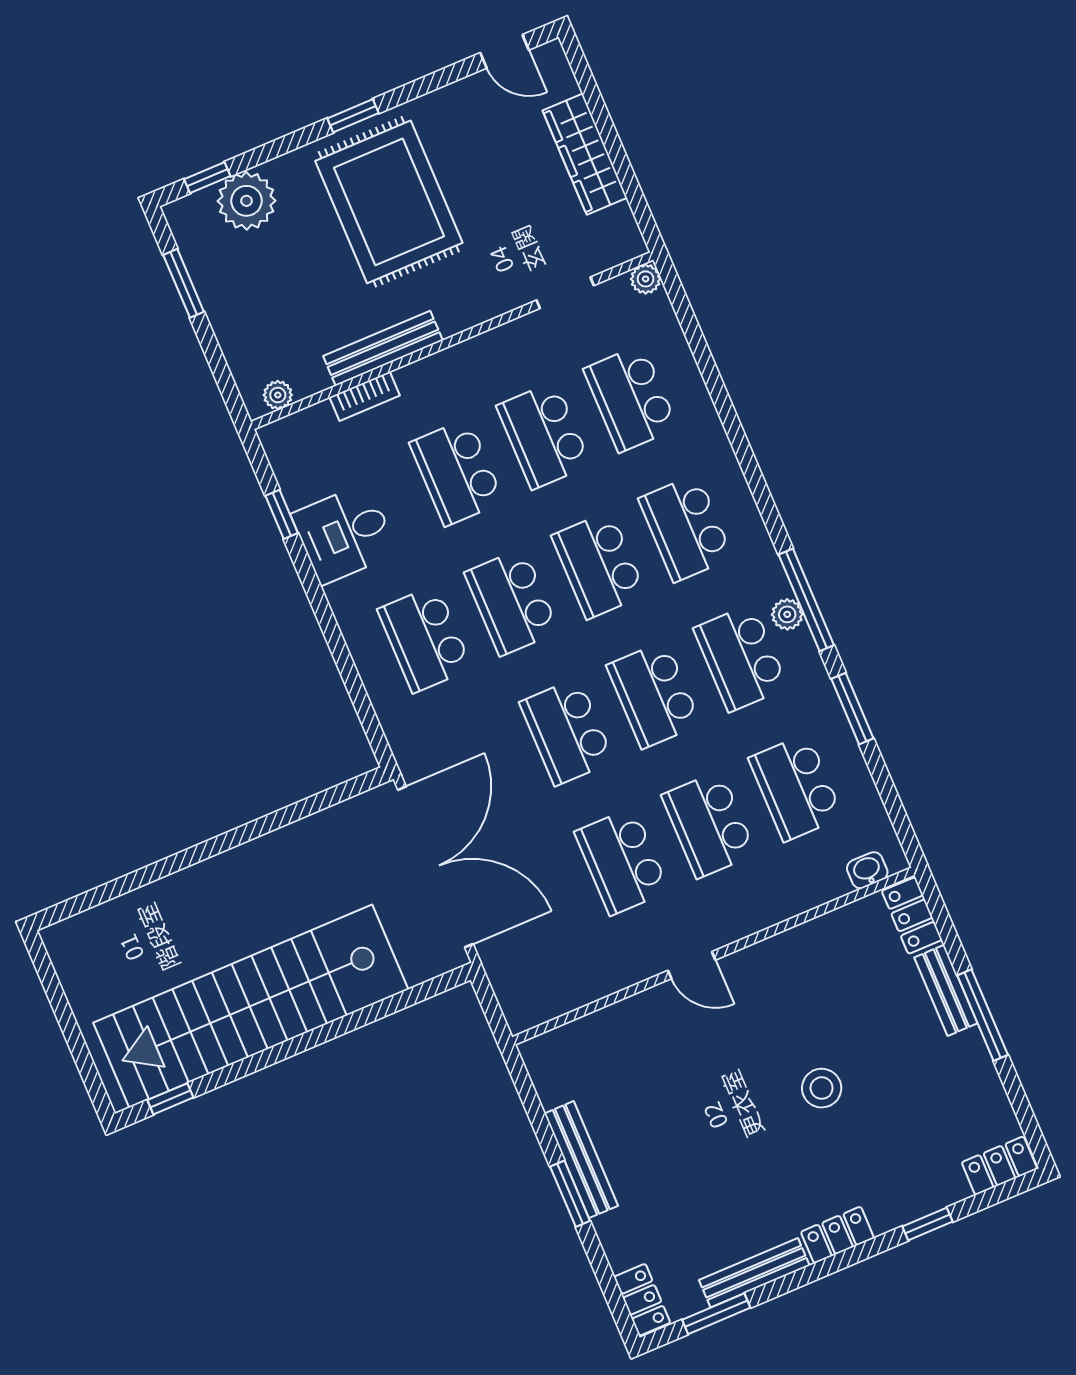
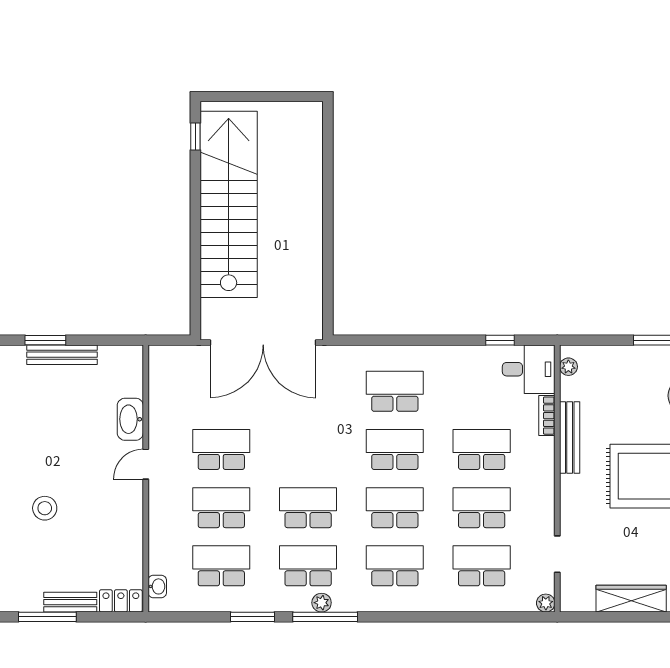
desk: (344, 534) -> (529, 369), moved, turned 90
school desk: (567, 732) -> (308, 449), removed
washbasin: (634, 1017) -> (130, 419), added

